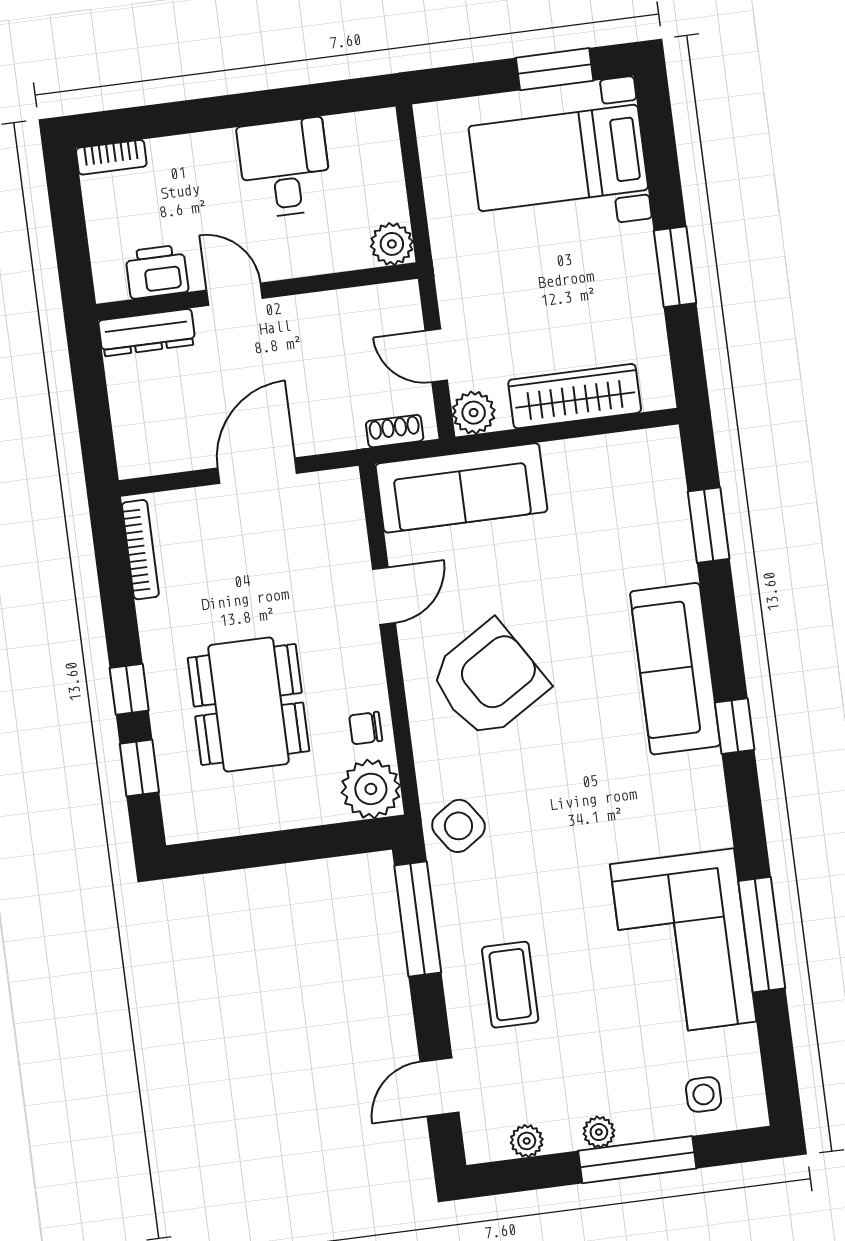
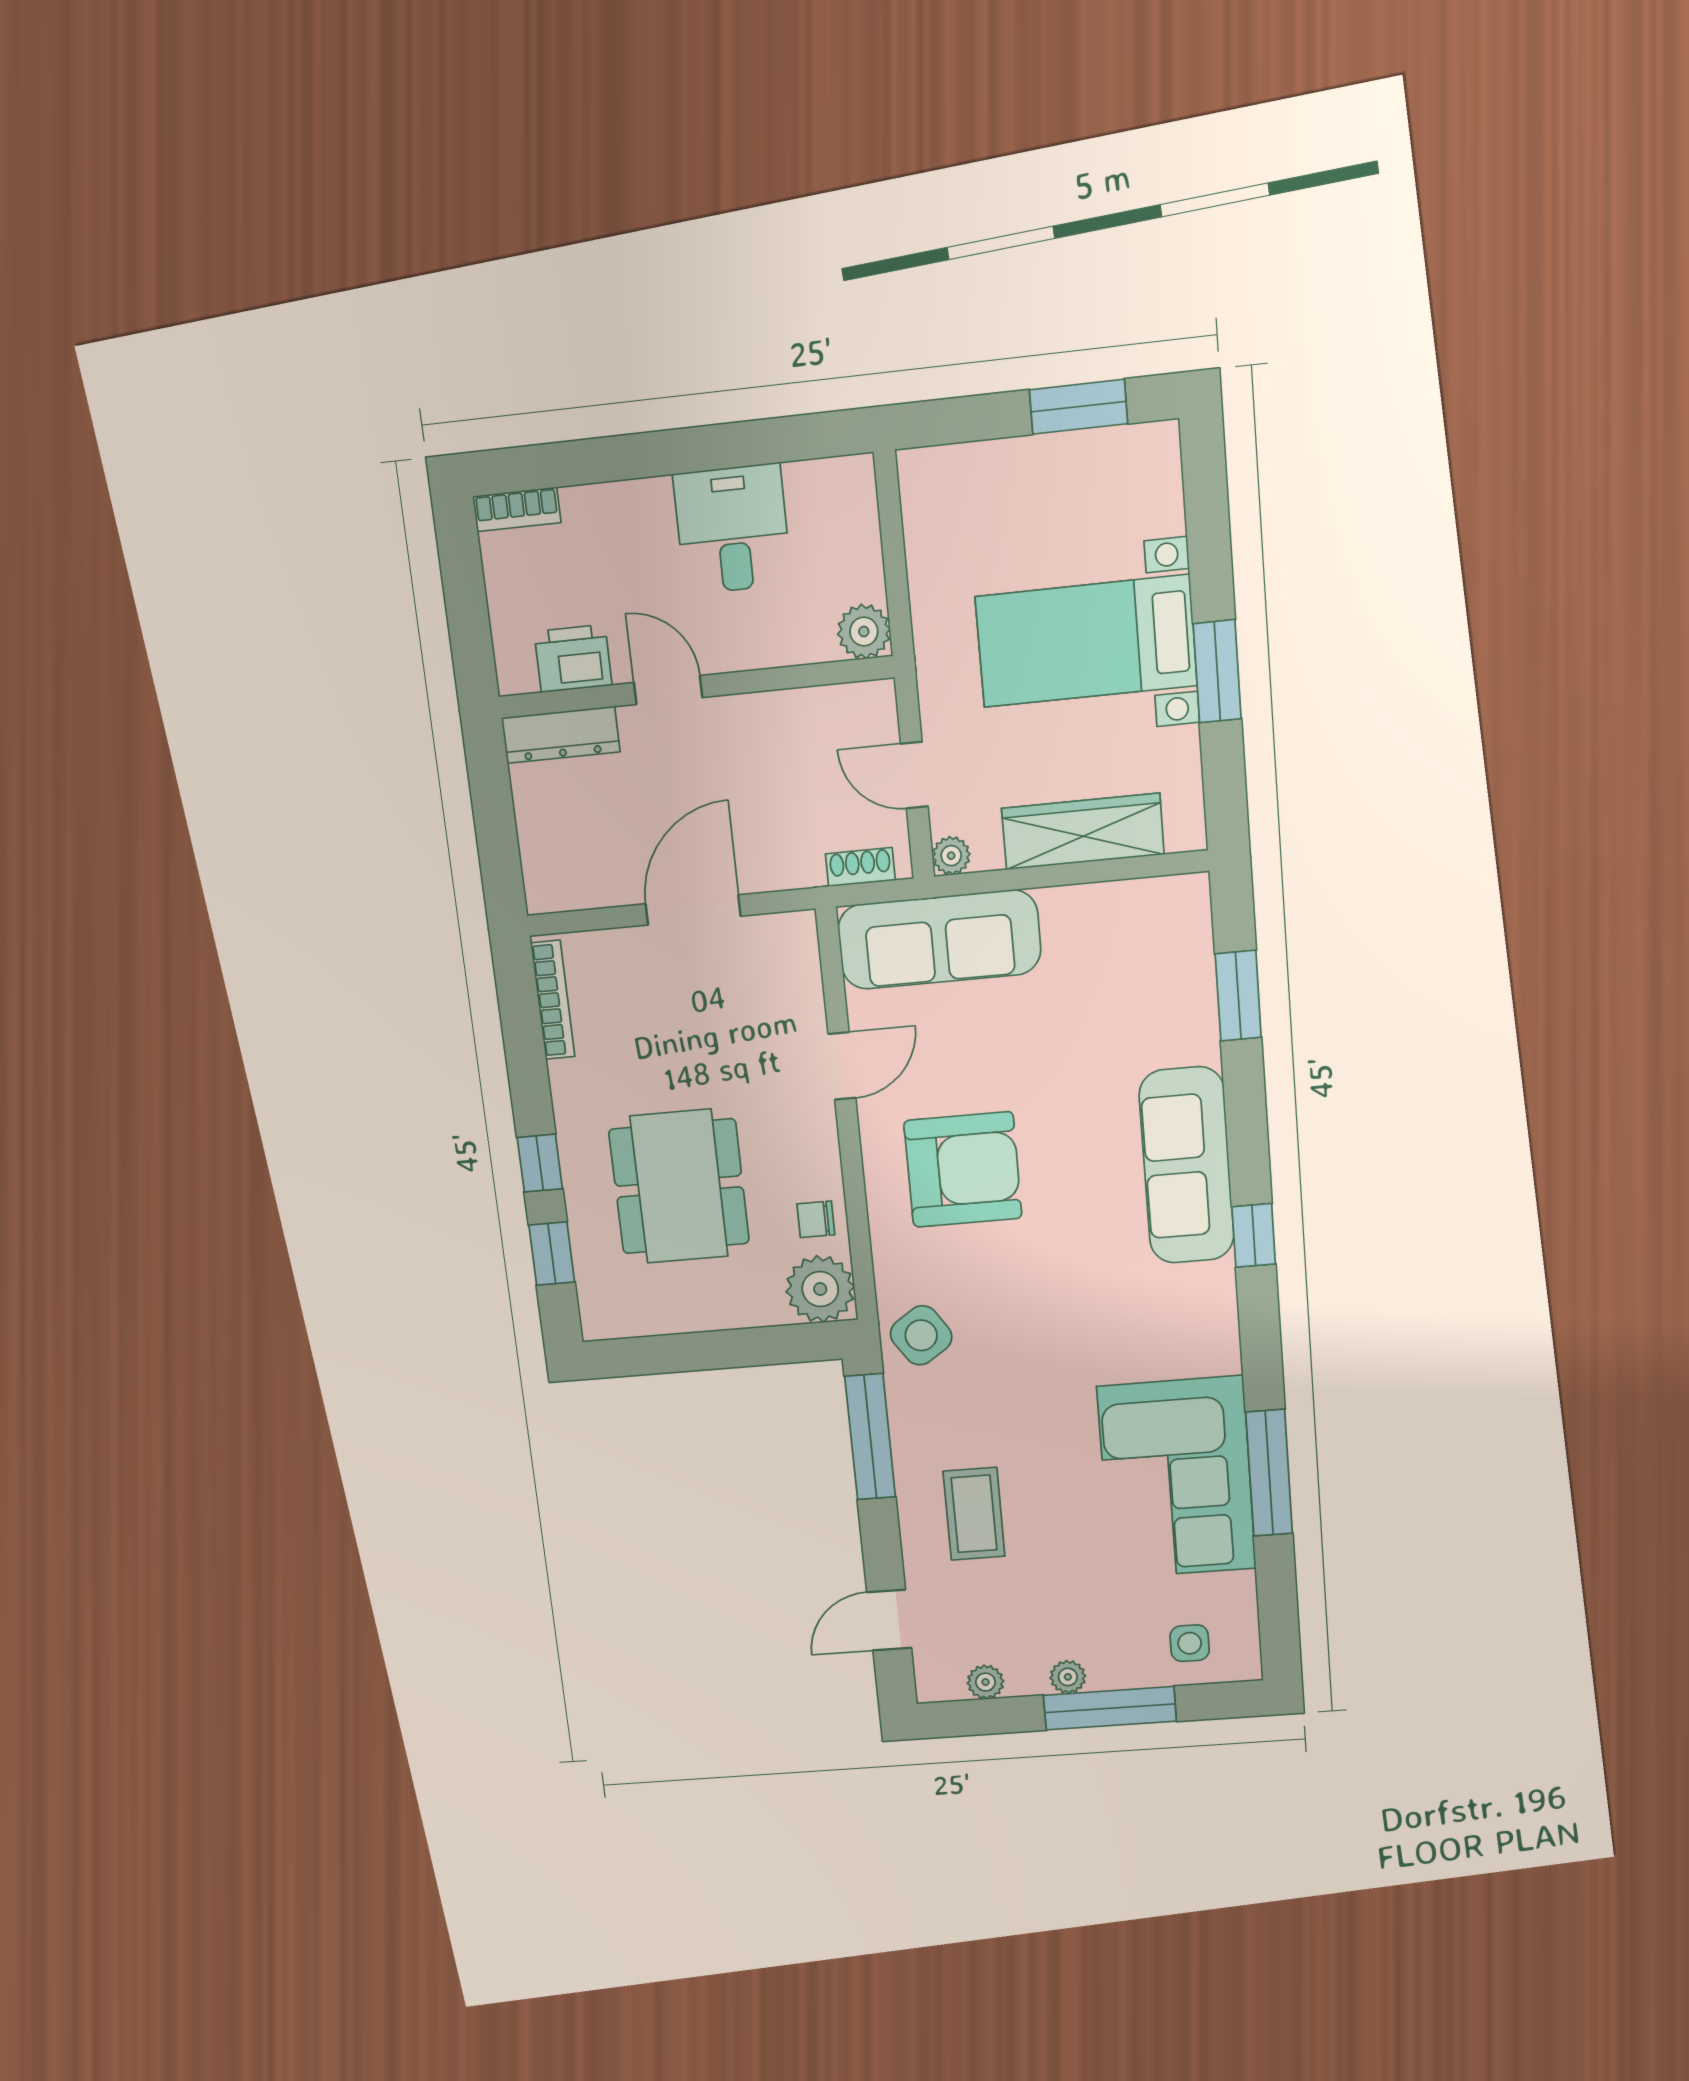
bed with nightstands: (558, 158) -> (1086, 641), moved
plant: (474, 413) -> (951, 856), width x0.73, depth x0.73
armchair: (488, 680) -> (963, 1170), turned 32

